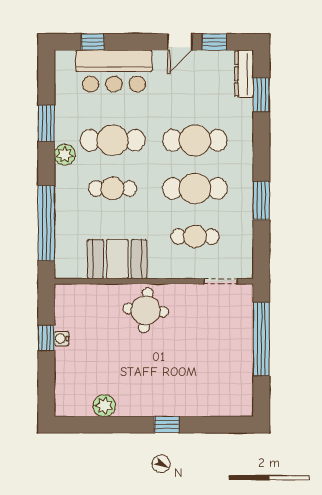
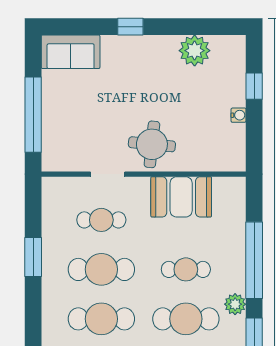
window: (46, 223) -> (254, 260), moved
doorway: (220, 281) -> (108, 174), moved
window: (46, 338) -> (254, 86), moved
sofa: (225, 400) -> (71, 52), added
plant: (104, 406) -> (195, 51), width x1.36, depth x1.36

